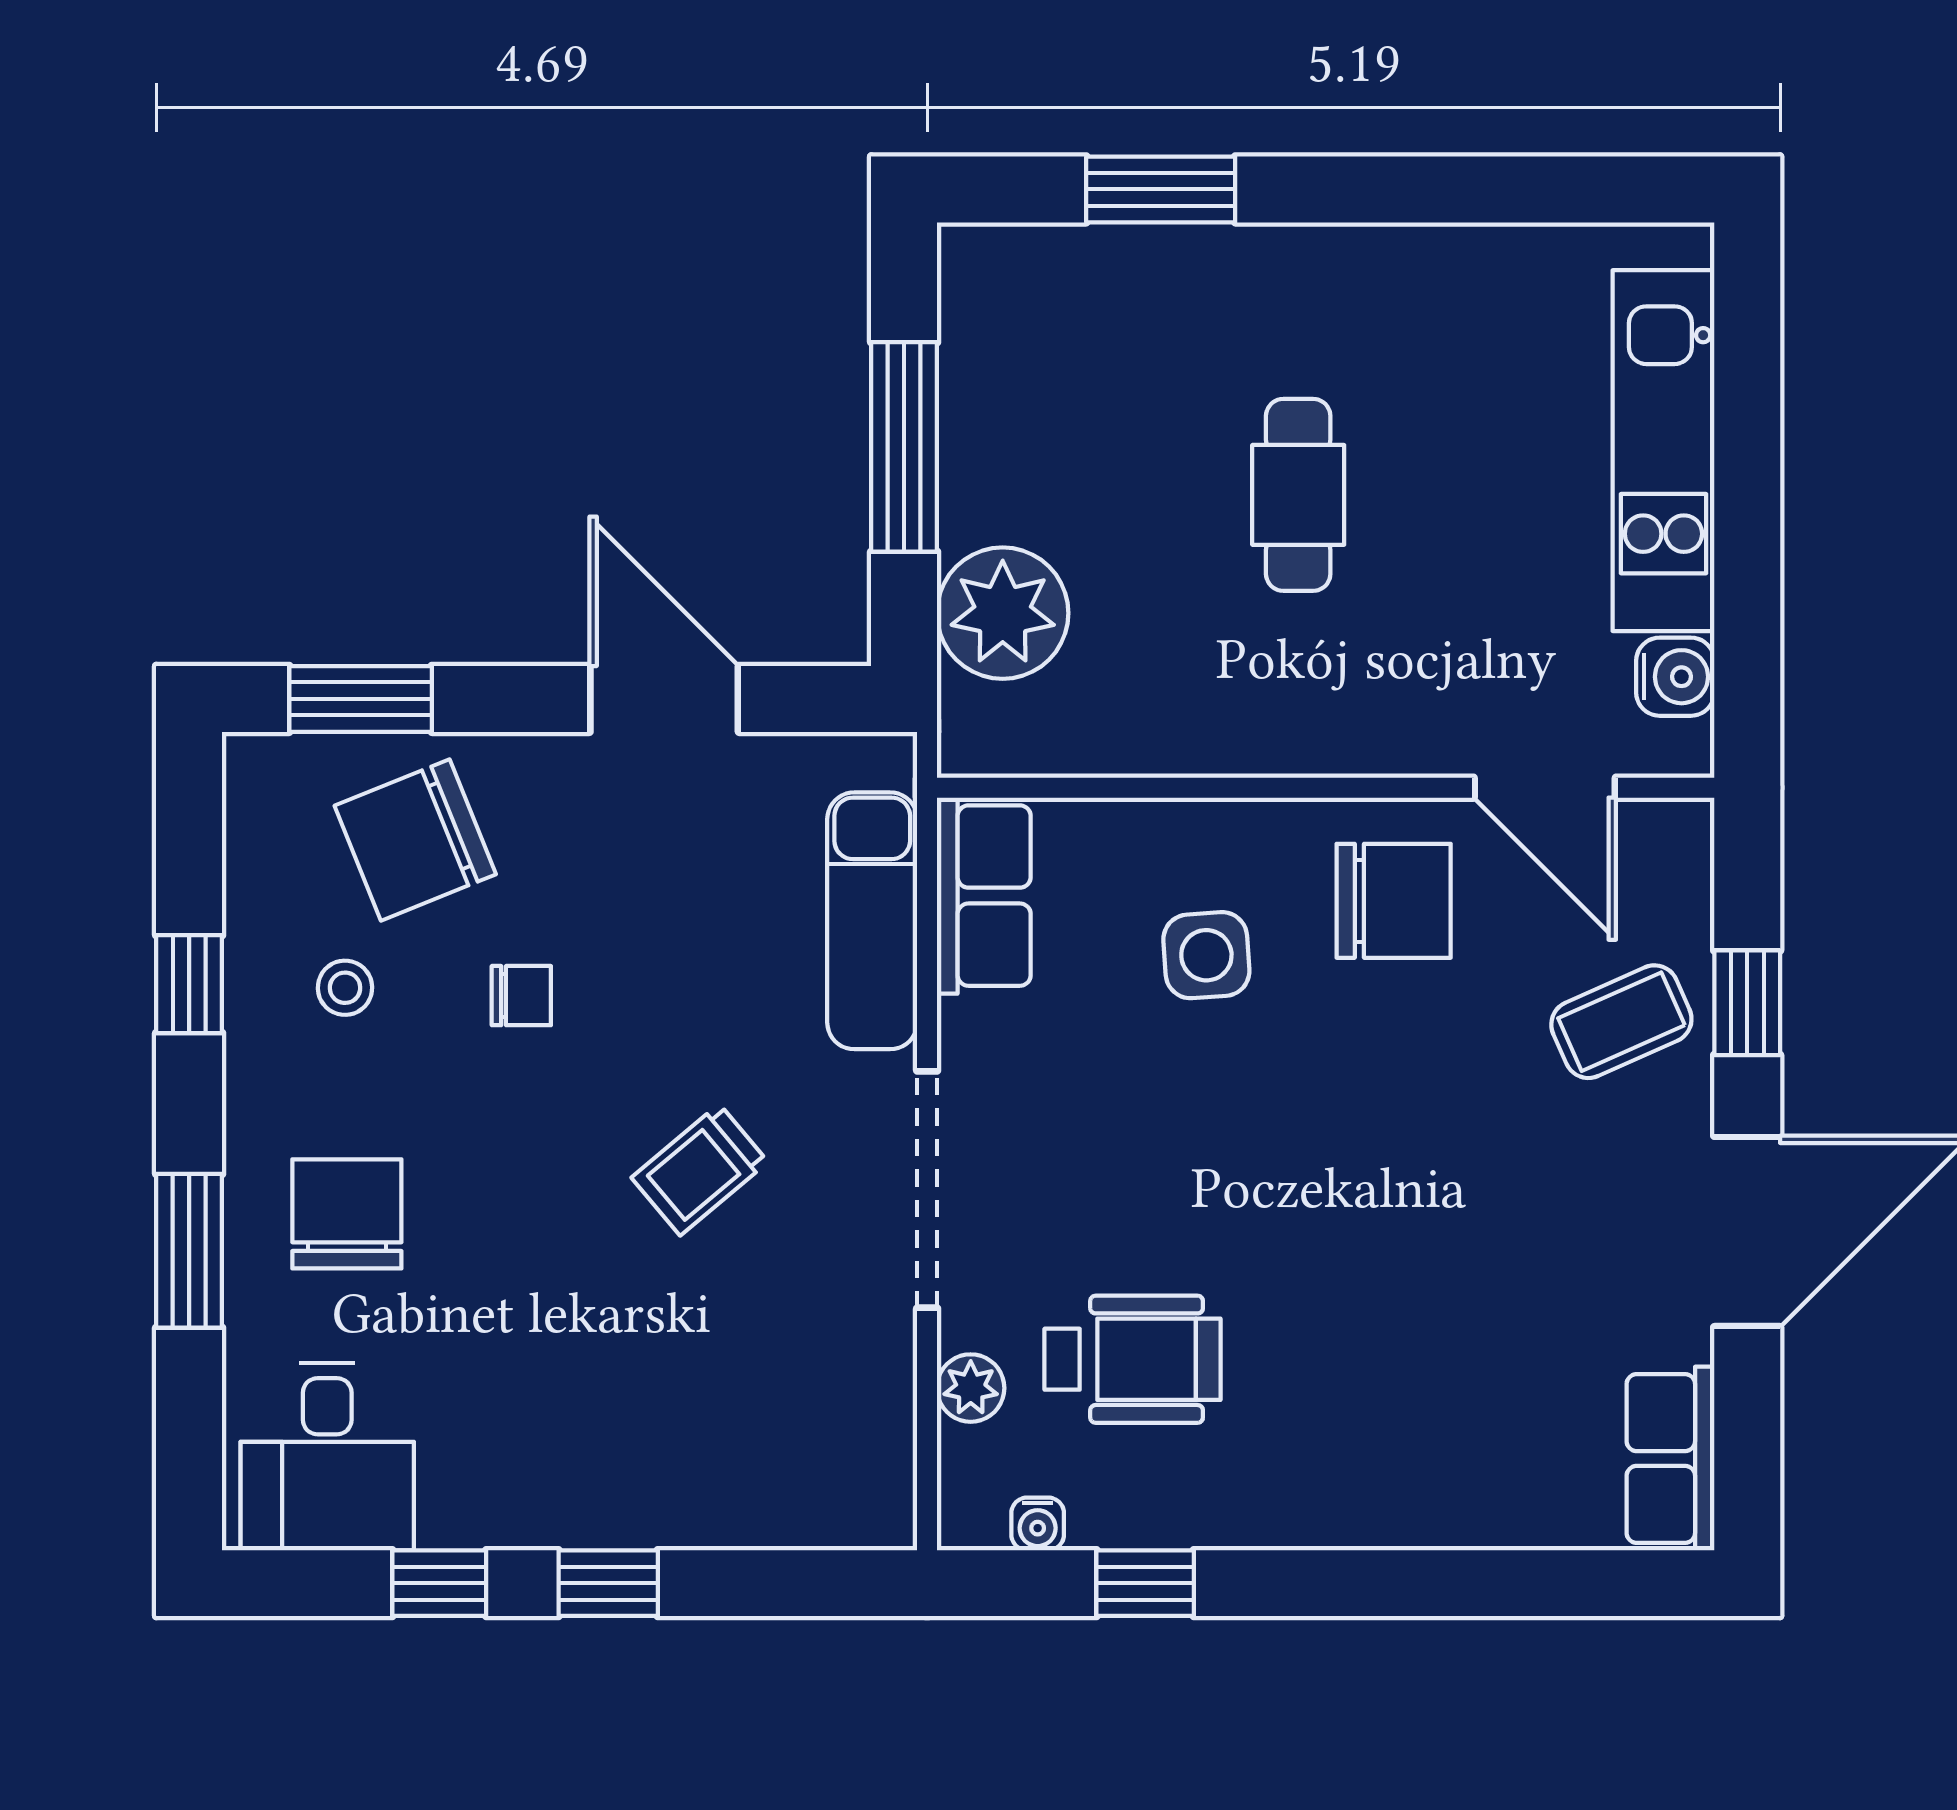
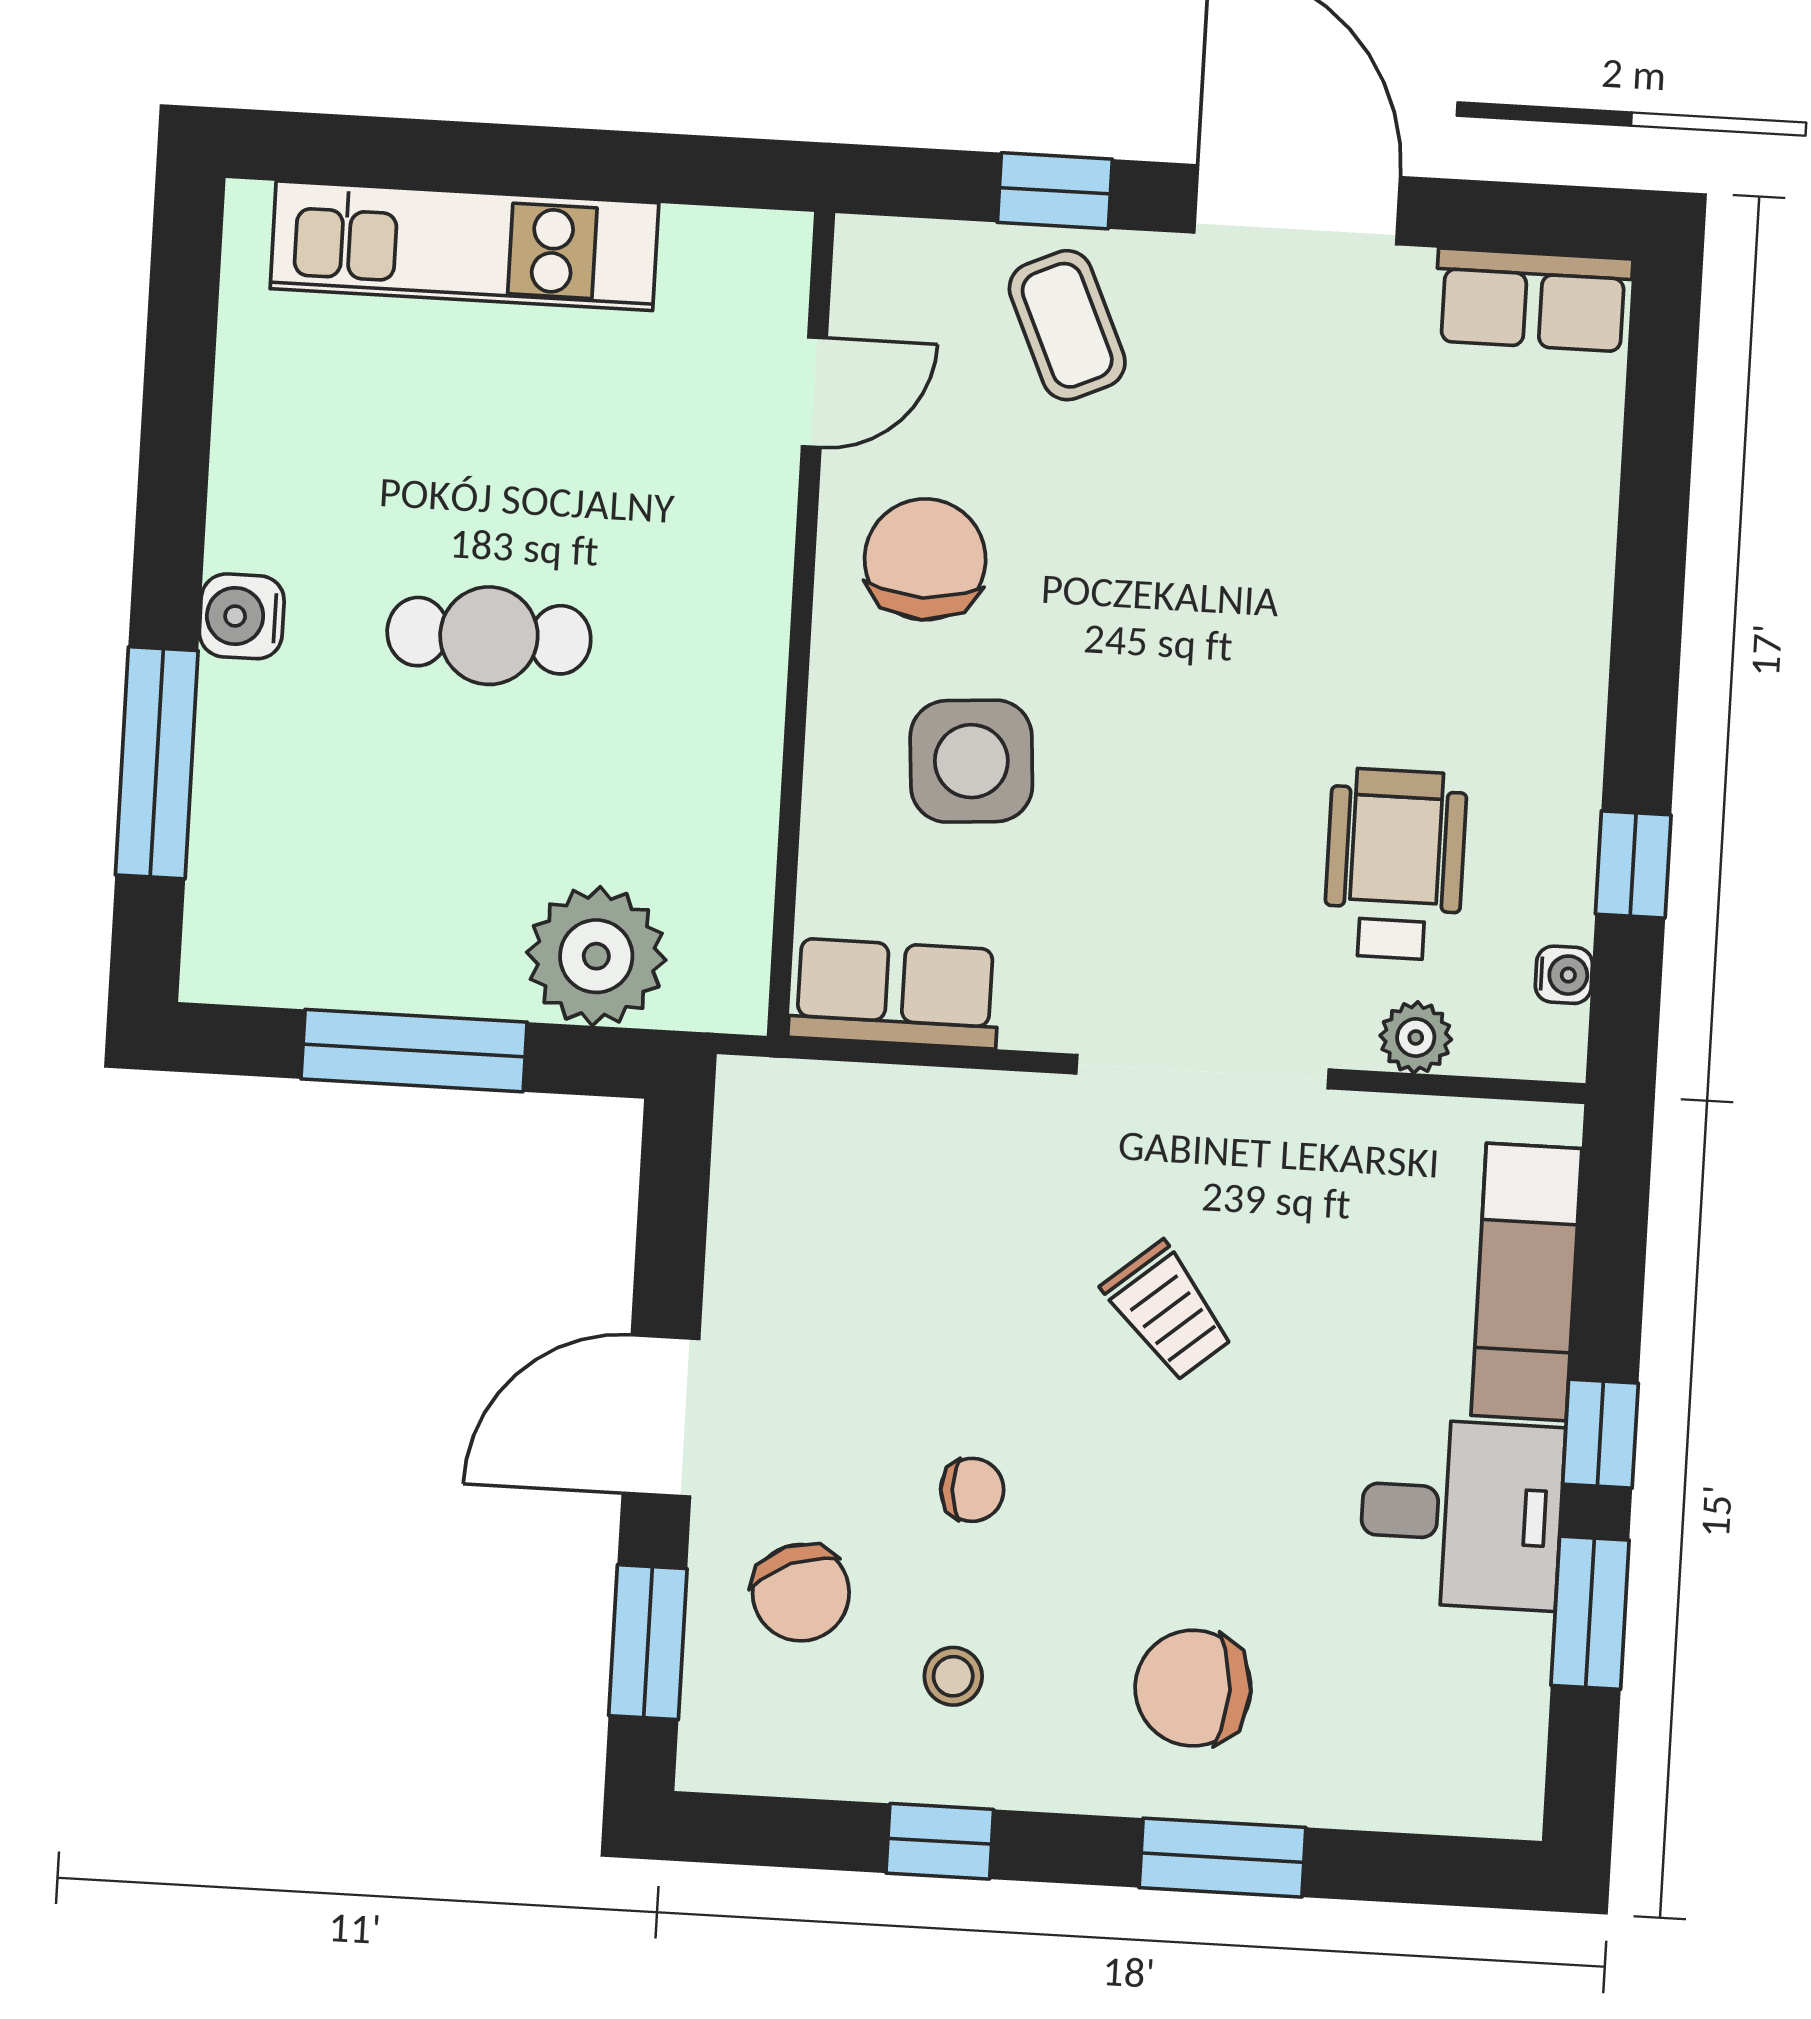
window: (1161, 189) -> (157, 763), width x1.44
water cooler: (1675, 677) -> (242, 616), moved, turned -90
door: (664, 699) -> (661, 1416), moved
door: (1545, 788) -> (814, 392), width x0.73
chair: (415, 840) -> (801, 1593), width x0.73, depth x0.73
exam couch: (872, 921) -> (1526, 1282), moved, turned 90
side table: (1206, 955) -> (971, 761), width x1.37, depth x1.37
chair: (521, 996) -> (972, 1490), turned 88
desk: (327, 1457) -> (1461, 1514), moved
window: (439, 1583) -> (1590, 1613), width x1.50

